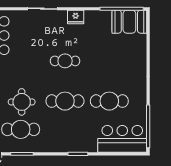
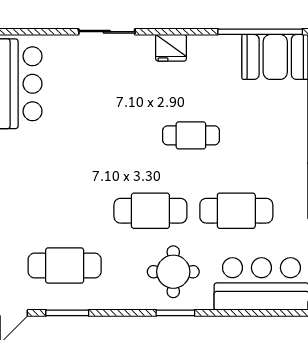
cafe table: (65, 61) -> (191, 135), moved
round table: (22, 102) -> (173, 272), moved

